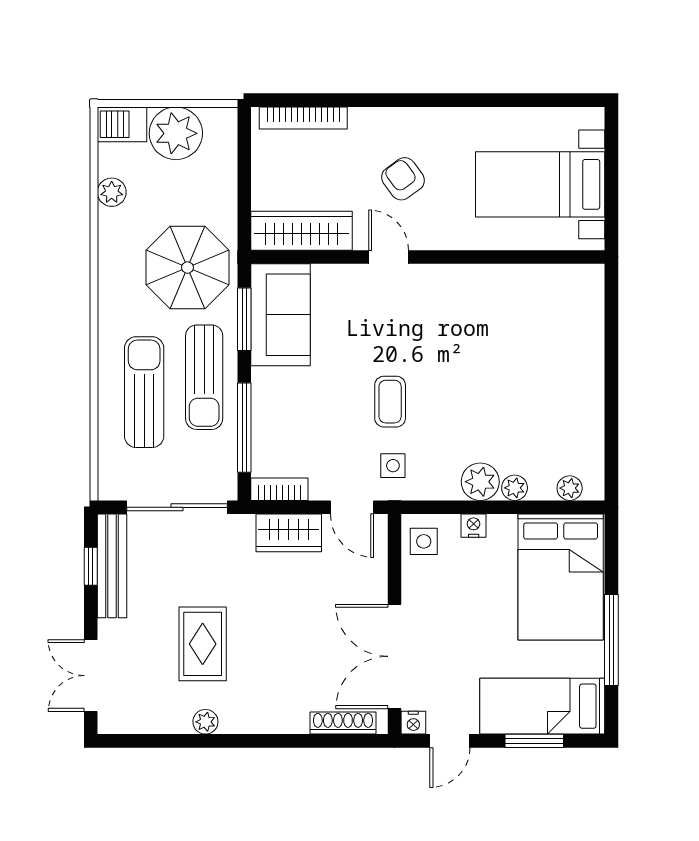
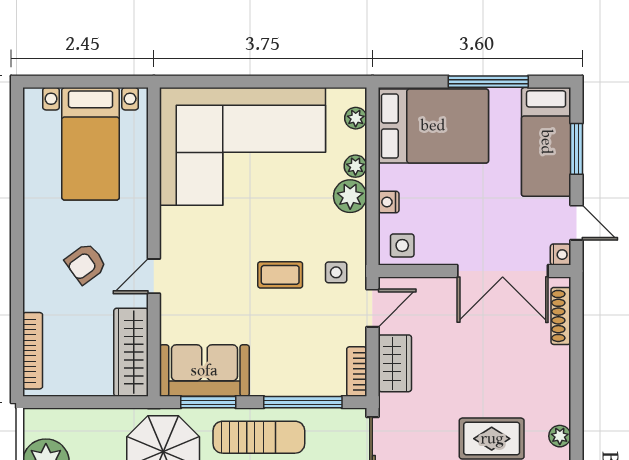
corner sofa: (537, 358) -> (243, 146), added

